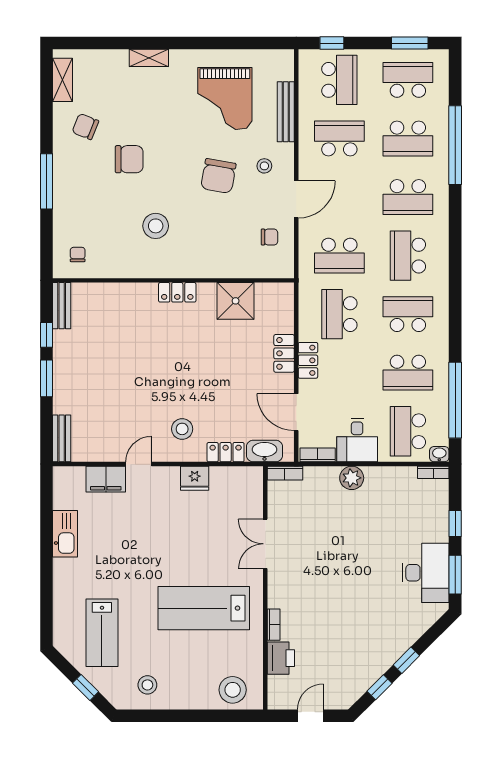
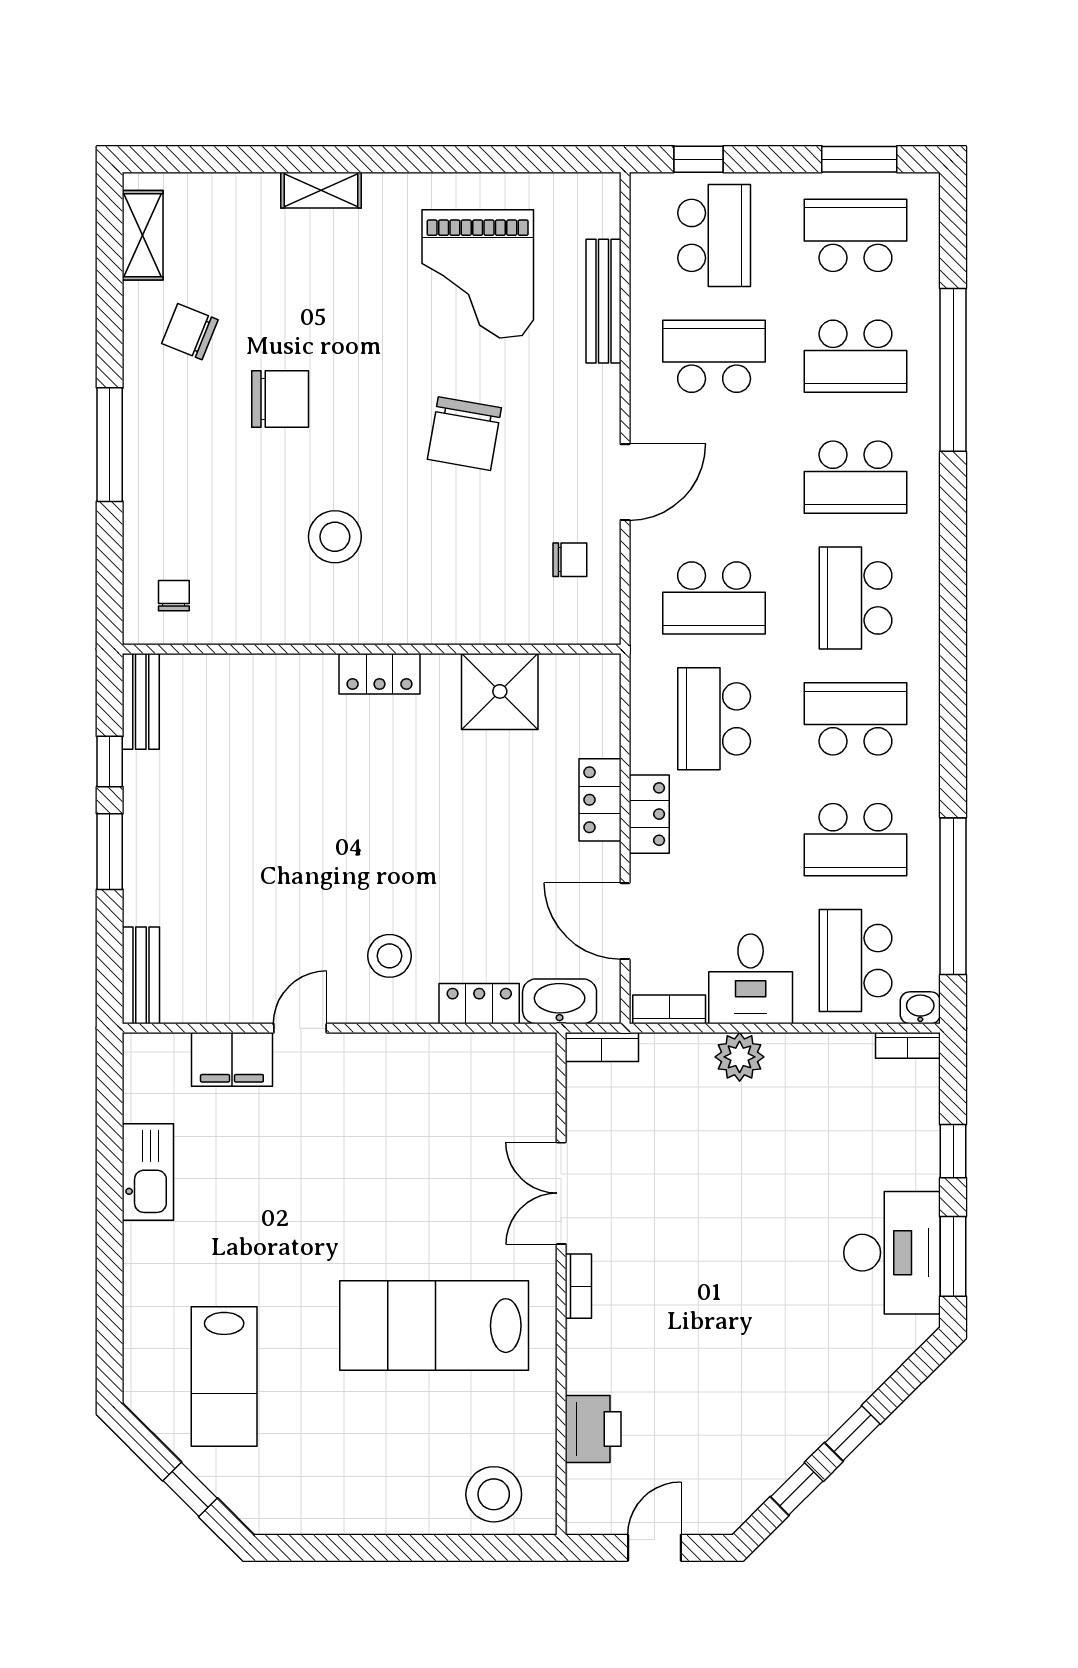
stool: (264, 166) -> (559, 413), removed
fridge: (195, 478) -> (415, 1057), removed
bookcase: (274, 625) -> (578, 1286), moved
stool: (147, 685) -> (318, 1484), removed

